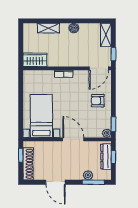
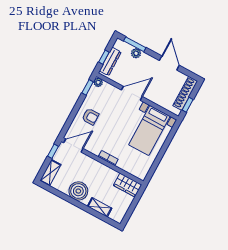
boiler: (74, 28) -> (78, 191), width x1.86, depth x1.86
door: (73, 139) -> (132, 93), swing flipped

